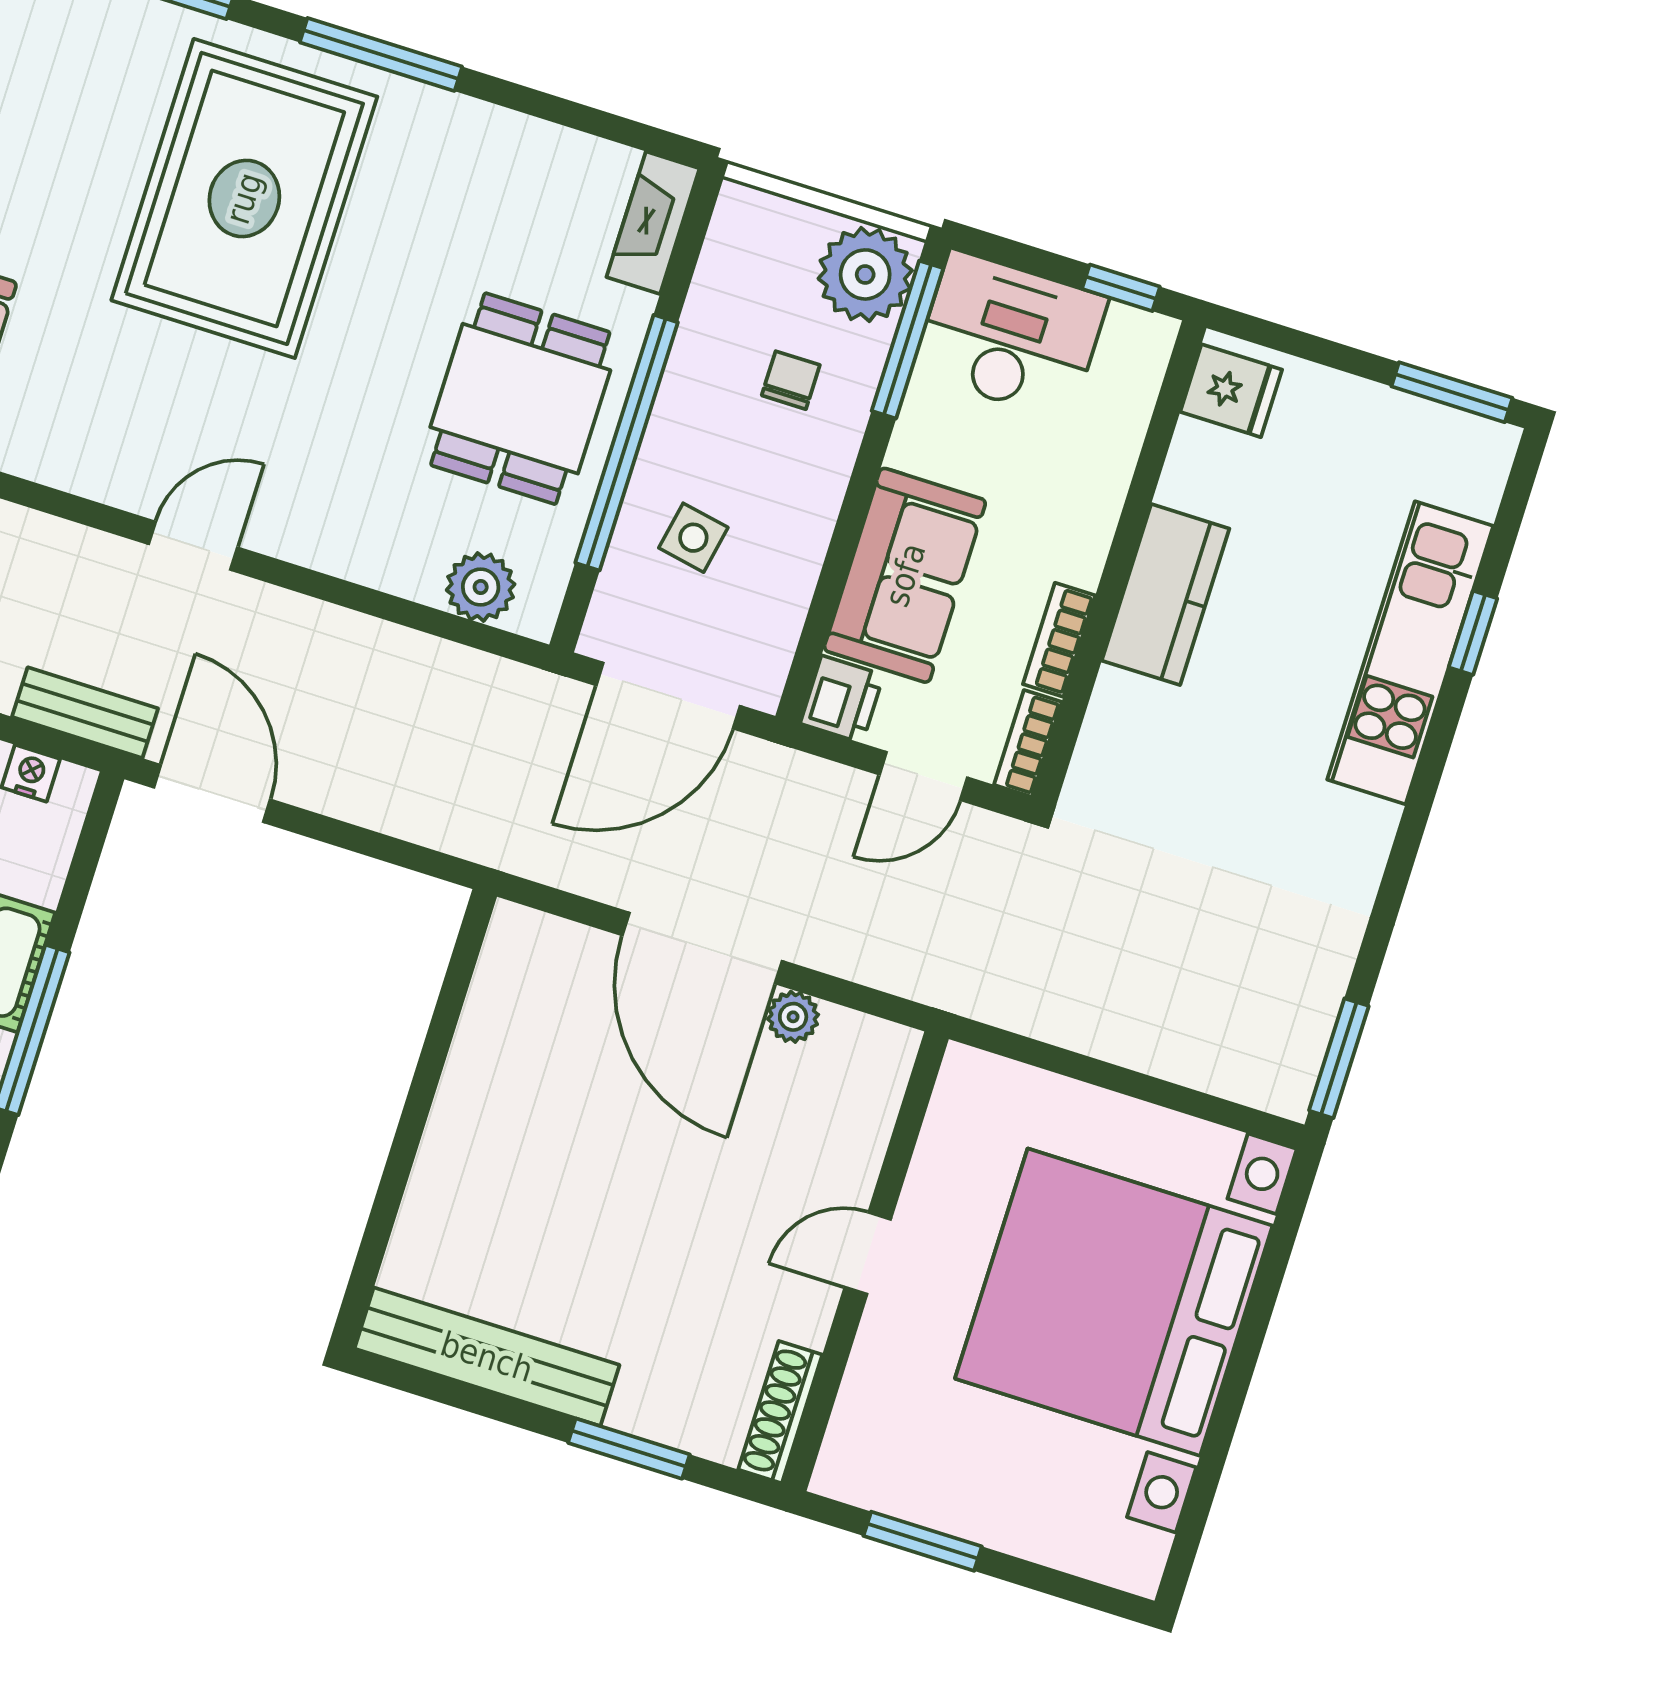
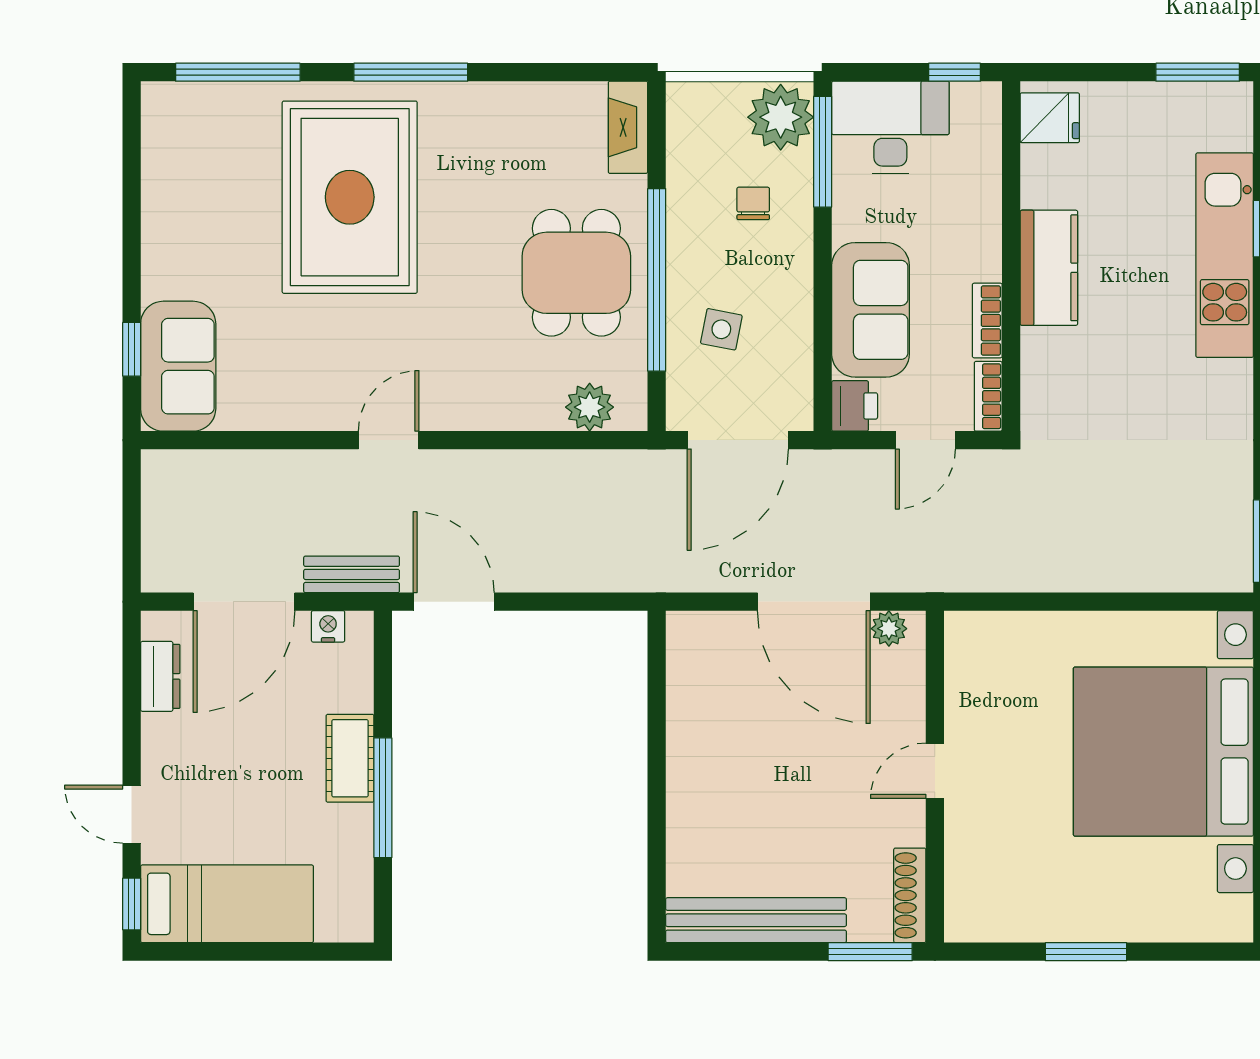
door: (868, 1253) -> (935, 771), moved
wall: (865, 1261) -> (935, 777), moved
shoe rack: (780, 1412) -> (910, 895), moved

